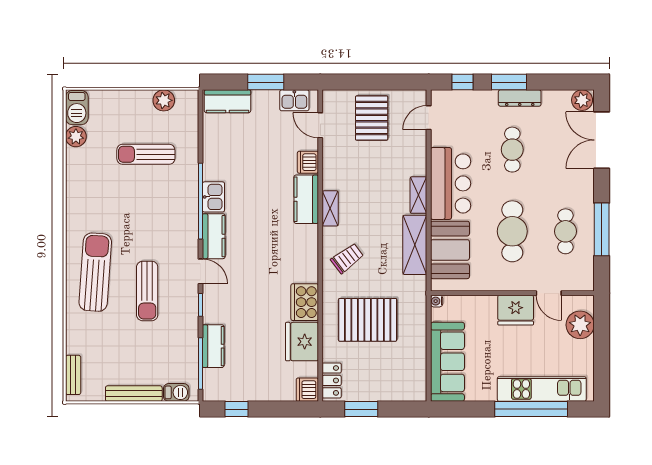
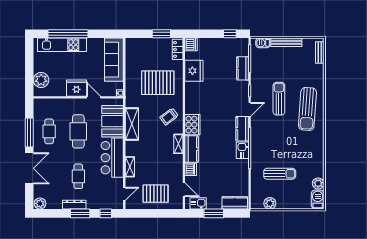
pallet: (372, 118) -> (156, 194), turned 90
double door: (602, 140) -> (29, 168), moved
shelving: (418, 195) -> (130, 167), moved
door: (201, 271) -> (250, 109), swing flipped
door: (549, 293) -> (94, 97), moved
cooker: (305, 302) -> (192, 125), moved

